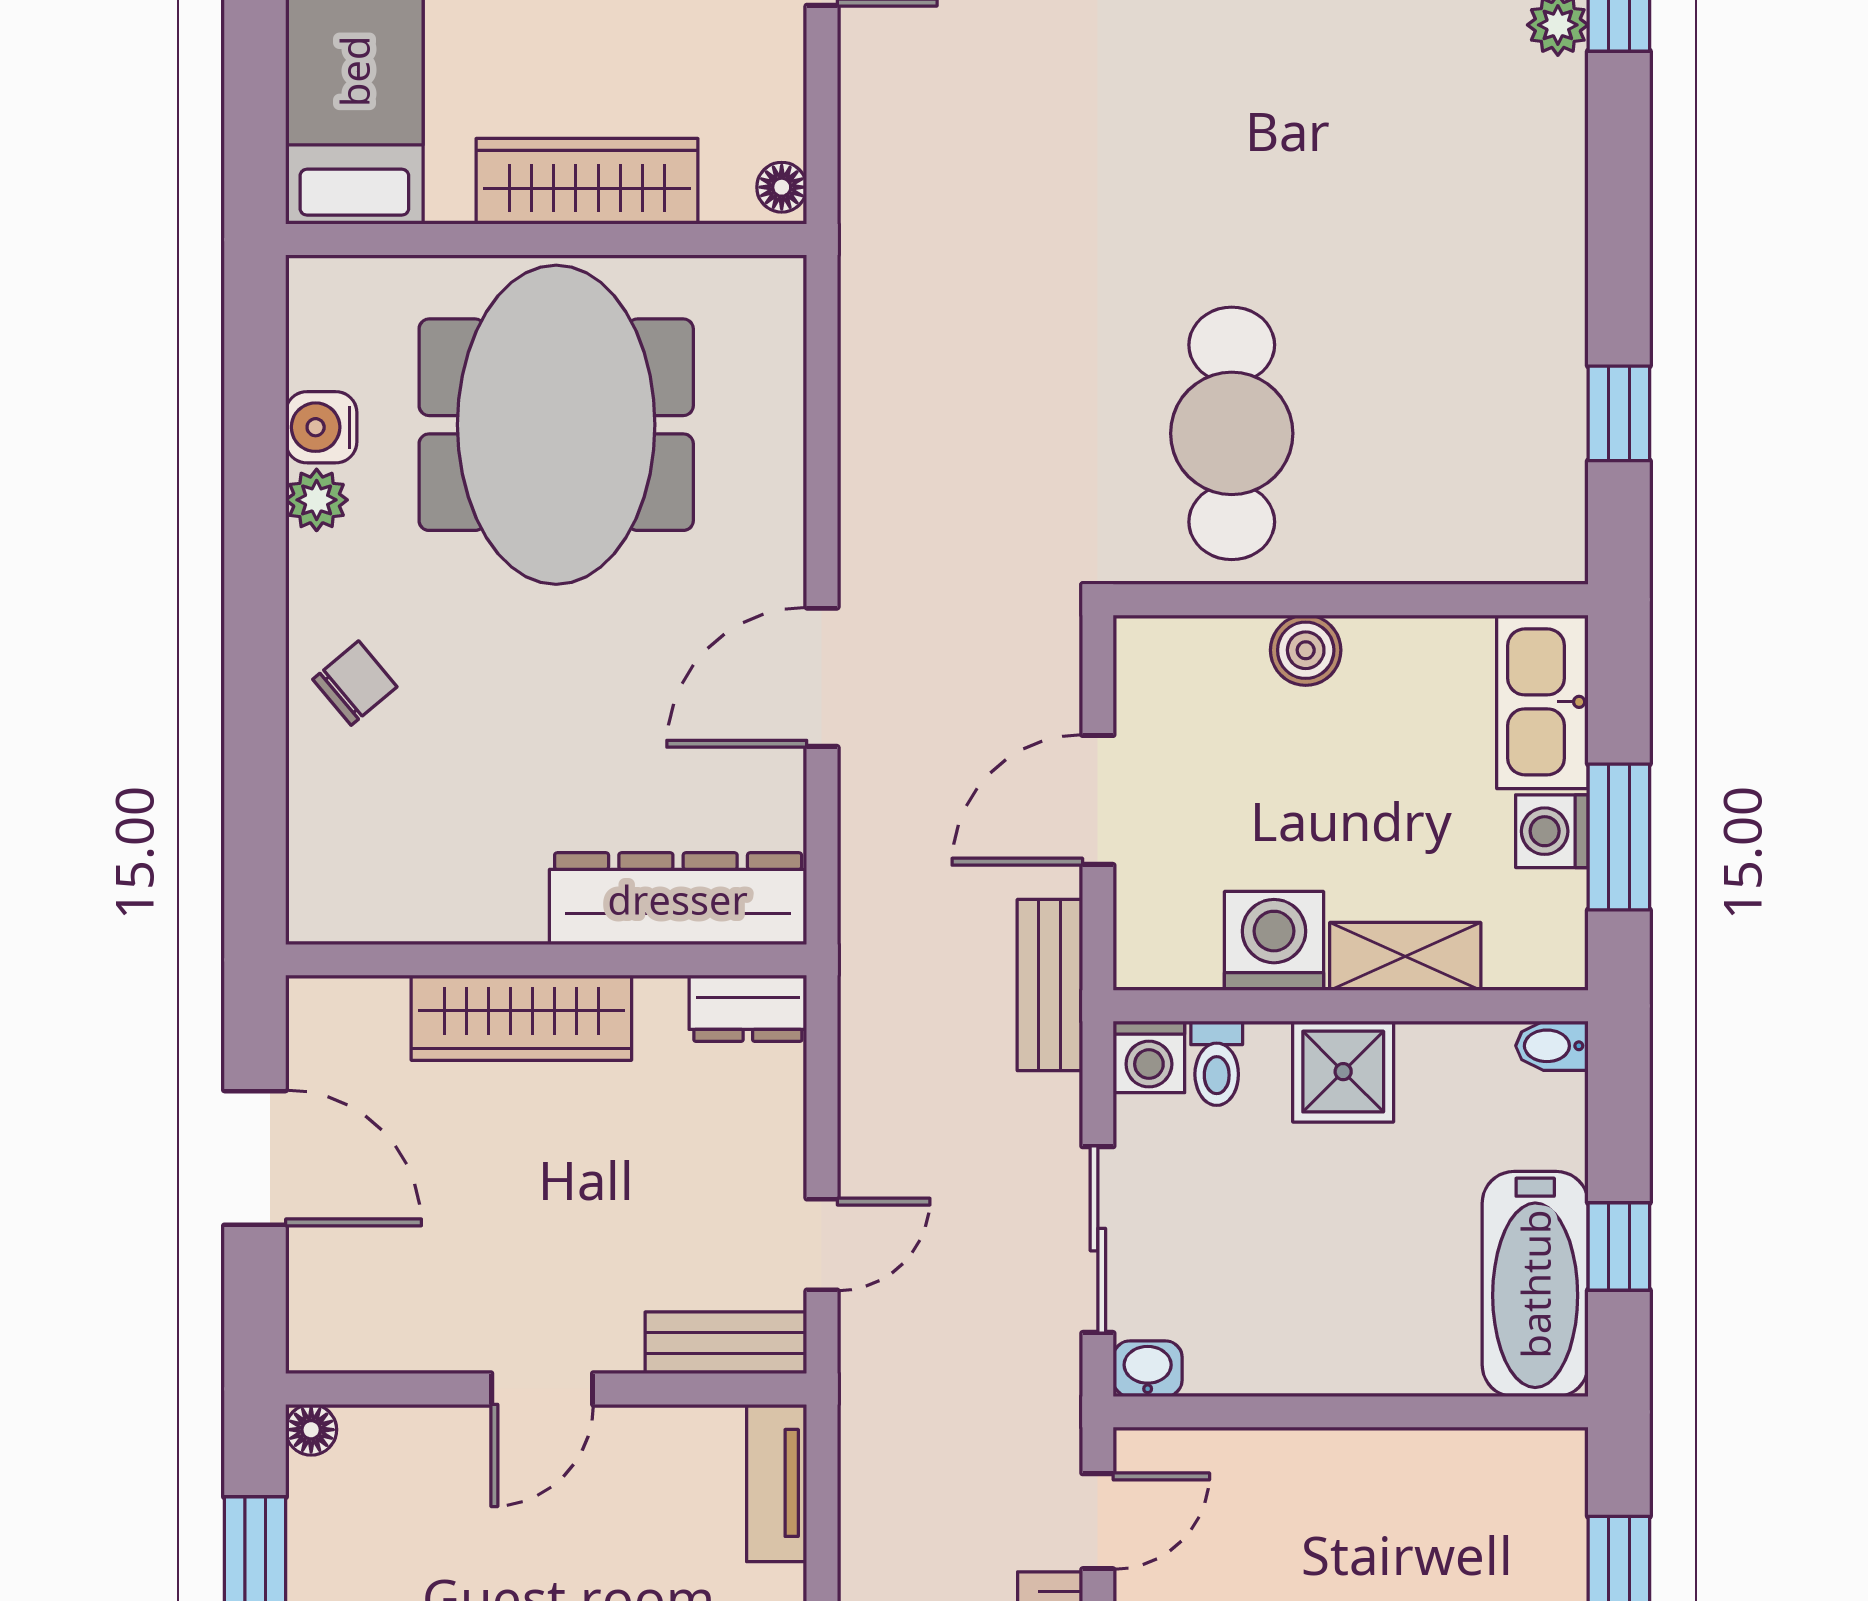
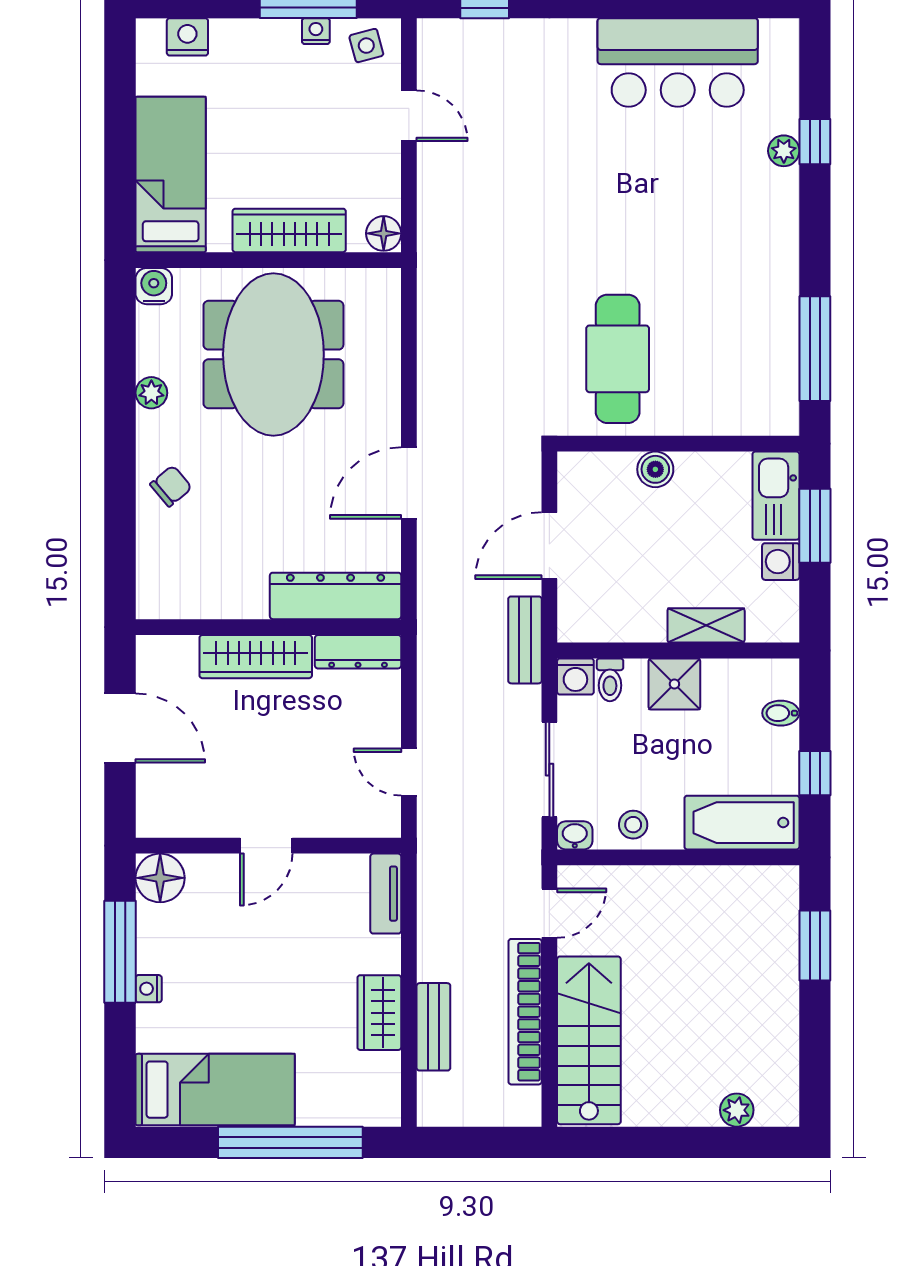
floor lamp: (782, 187) -> (384, 233), width x1.37, depth x1.37
window: (1619, 413) -> (815, 349), width x2.17
water cooler: (321, 427) -> (154, 286), moved, turned 90
window: (1619, 837) -> (815, 526), moved
washing machine: (1274, 941) -> (639, 617), removed
dresser: (748, 1008) -> (358, 652), width x1.44
bidet: (1552, 1046) -> (781, 713), moved
door: (822, 1244) -> (409, 772), swing flipped
bathtub: (1535, 1284) -> (742, 823), moved, turned 90
bench: (726, 1343) -> (360, 822), removed
stool: (1262, 1348) -> (633, 825), added
floor lamp: (311, 1430) -> (160, 878), width x1.89, depth x1.89

